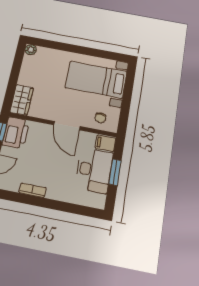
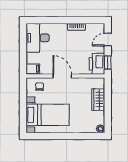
wardrobe: (22, 100) -> (98, 100), moved
desk: (94, 170) -> (38, 38), moved
window: (115, 172) -> (23, 50), removed

